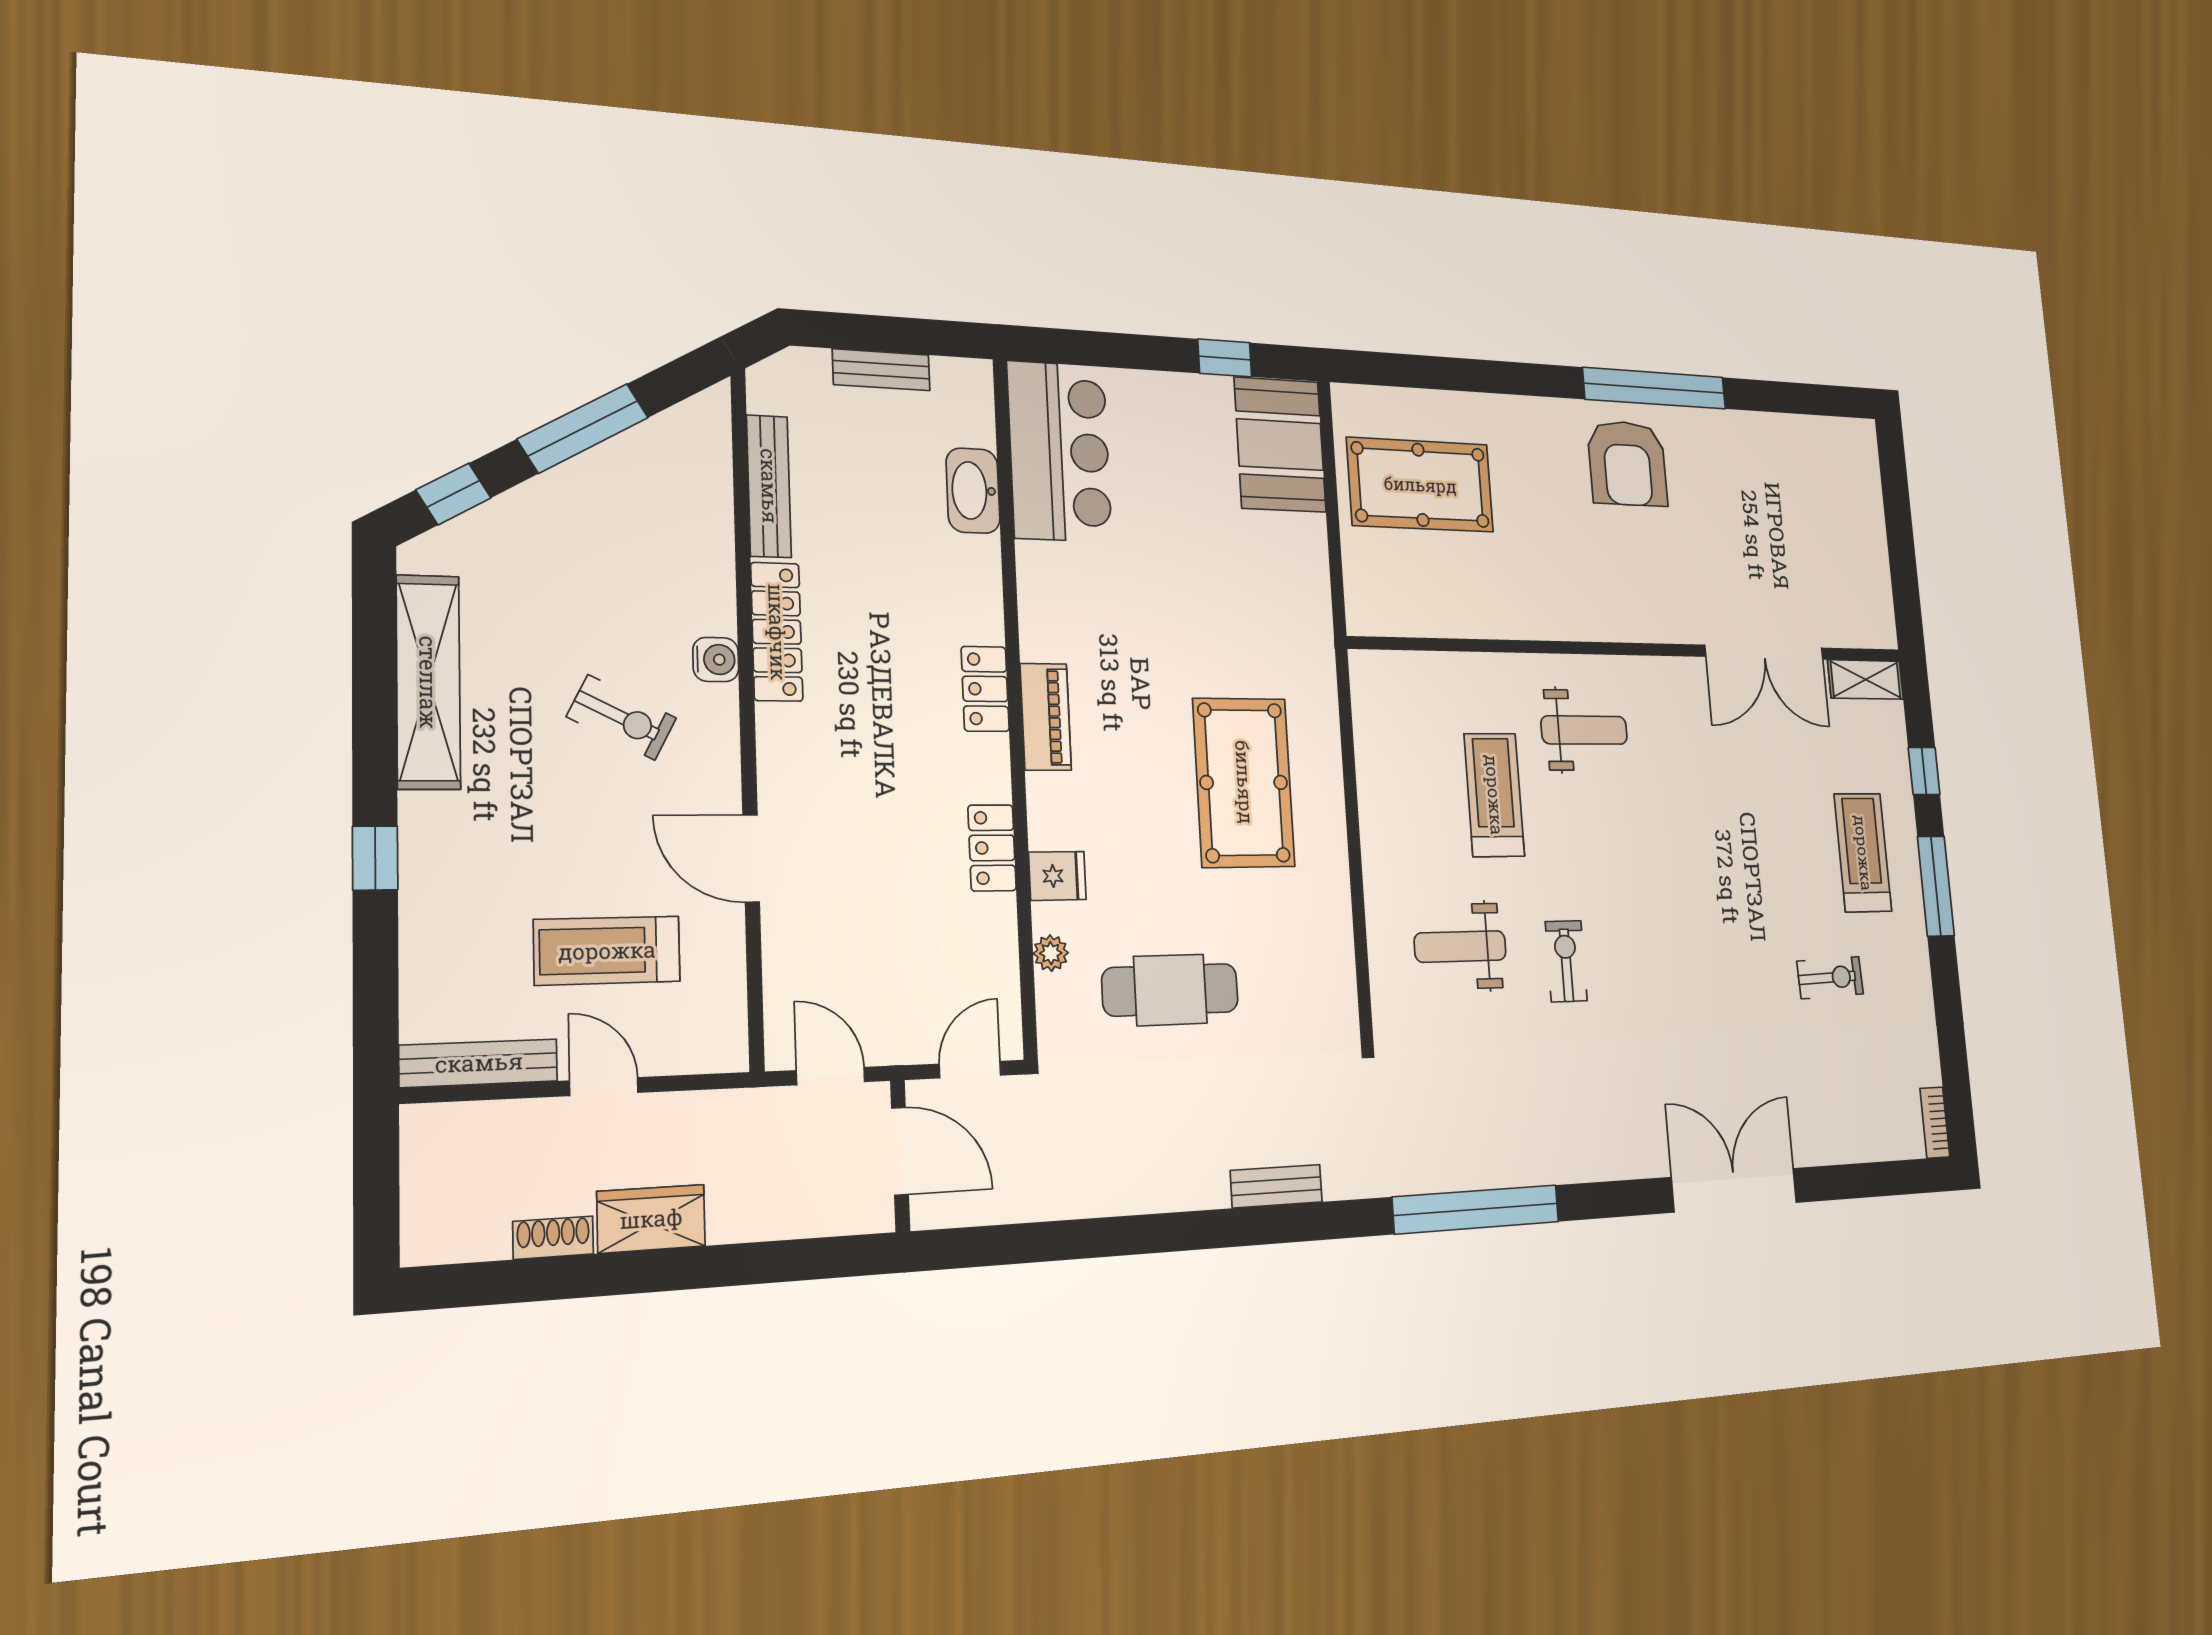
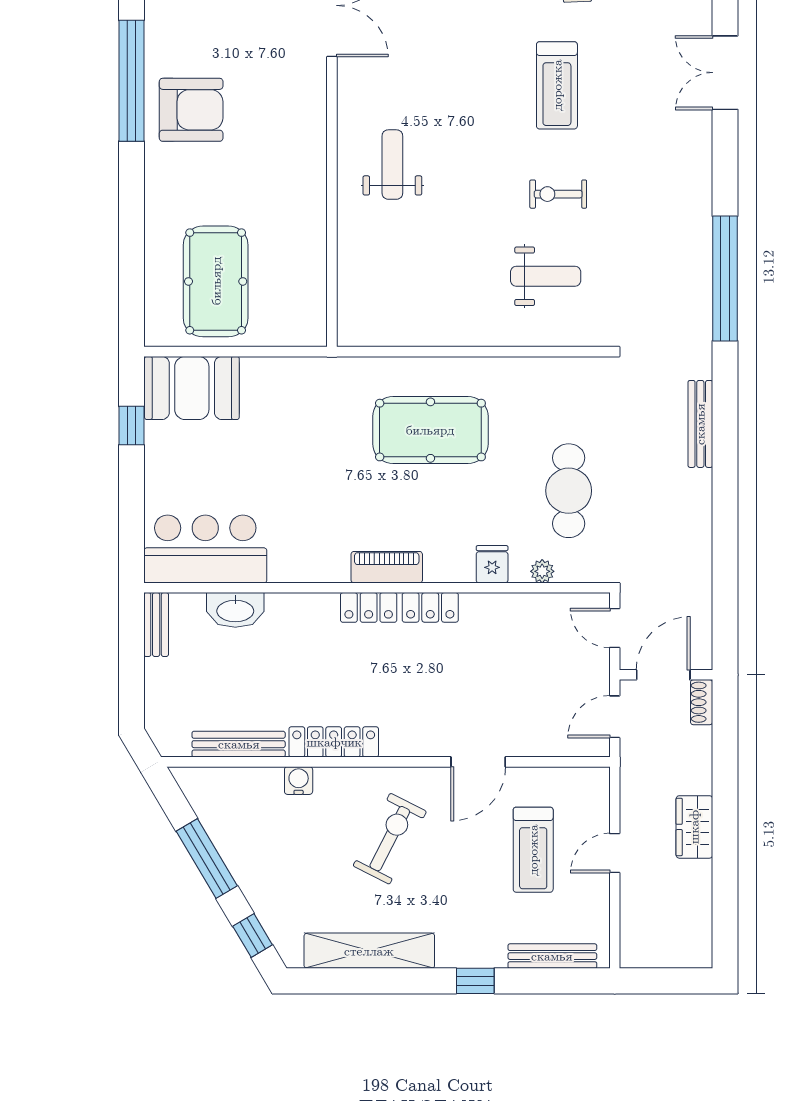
bench: (881, 370) -> (156, 625), moved
water cooler: (716, 659) -> (299, 781), moved
exercise bike: (621, 717) -> (390, 839), width x1.38, depth x1.39
treadmill: (1494, 795) -> (557, 85), moved, turned -90
locker: (992, 848) -> (430, 607), moved
weight bench: (1460, 947) -> (546, 276), turned -90
bench: (479, 1063) -> (552, 956), moved, turned 90
bench: (1276, 1186) -> (700, 424), width x1.36
double door: (1734, 1190) -> (725, 73), width x0.73
shoe rack: (553, 1238) -> (702, 702), moved

